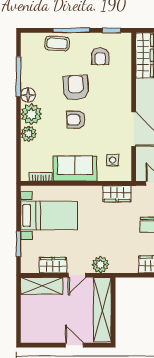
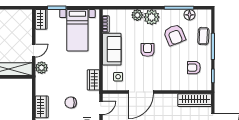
armchair: (76, 88) -> (175, 35), moved, turned 72
floor lamp: (28, 95) -> (189, 15), moved
wardrobe: (53, 265) -> (41, 19), moved
door: (77, 275) -> (34, 51), swing flipped
shelving: (42, 286) -> (26, 25), removed

